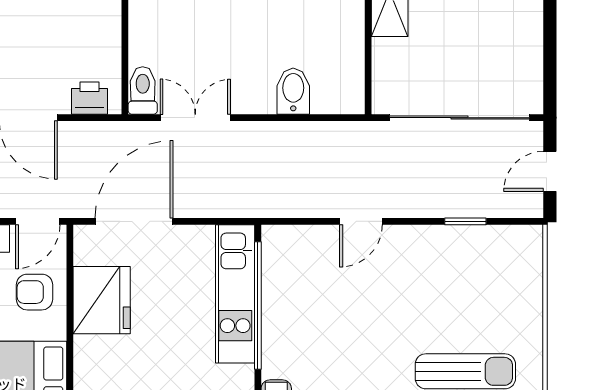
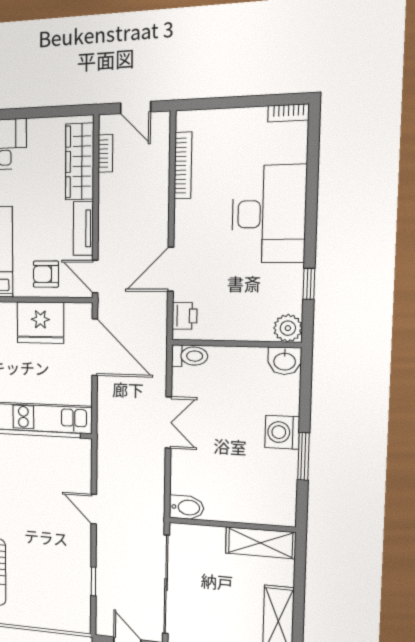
bidet: (293, 91) -> (186, 507), moved
double door: (195, 118) -> (168, 422), moved
armchair: (35, 292) -> (46, 274), turned -90

